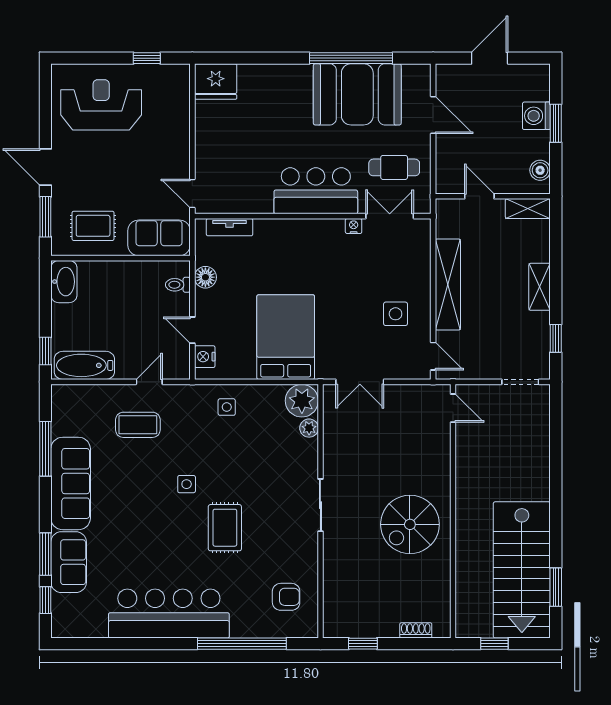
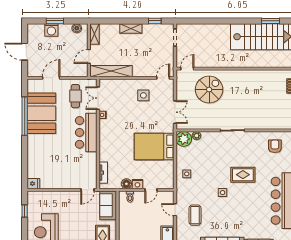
fridge: (216, 82) -> (33, 184), width x0.53, depth x0.75
shelving: (448, 284) -> (111, 71), moved
nightstand: (205, 357) -> (137, 184), moved
spiral stairs: (410, 524) -> (209, 90), moved, turned -90

